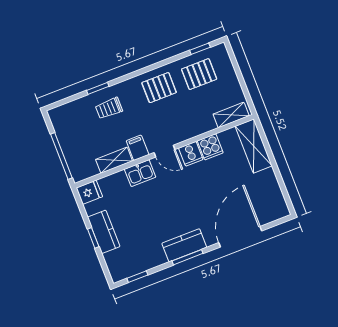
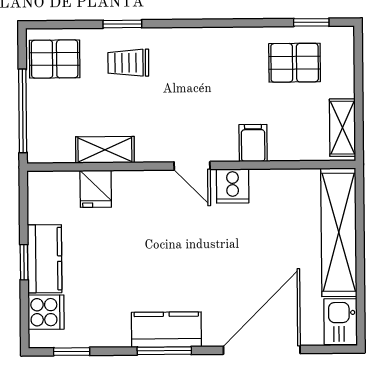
pallet: (159, 88) -> (55, 59), moved
shelving: (231, 115) -> (343, 128), moved, turned 90
shelving: (254, 146) -> (339, 232), width x1.47
cooker: (210, 147) -> (46, 312), moved, turned -90
filing cabinet: (138, 148) -> (253, 143), moved
kitchen sink: (140, 173) -> (341, 322), moved, turned 90
fridge: (89, 192) -> (96, 189), moved, turned 90

